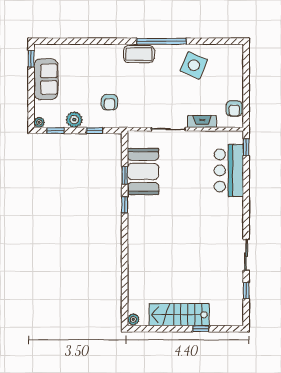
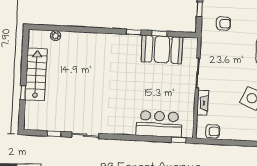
armchair: (110, 102) -> (223, 23), turned 180
armchair: (234, 109) -> (213, 131), turned 180
plant: (133, 319) -> (55, 36), moved

